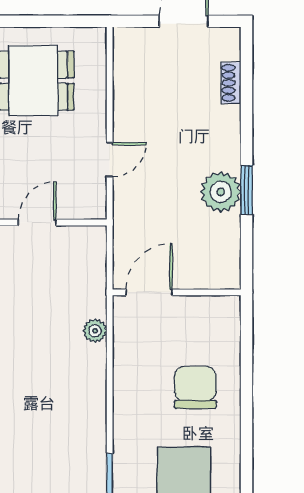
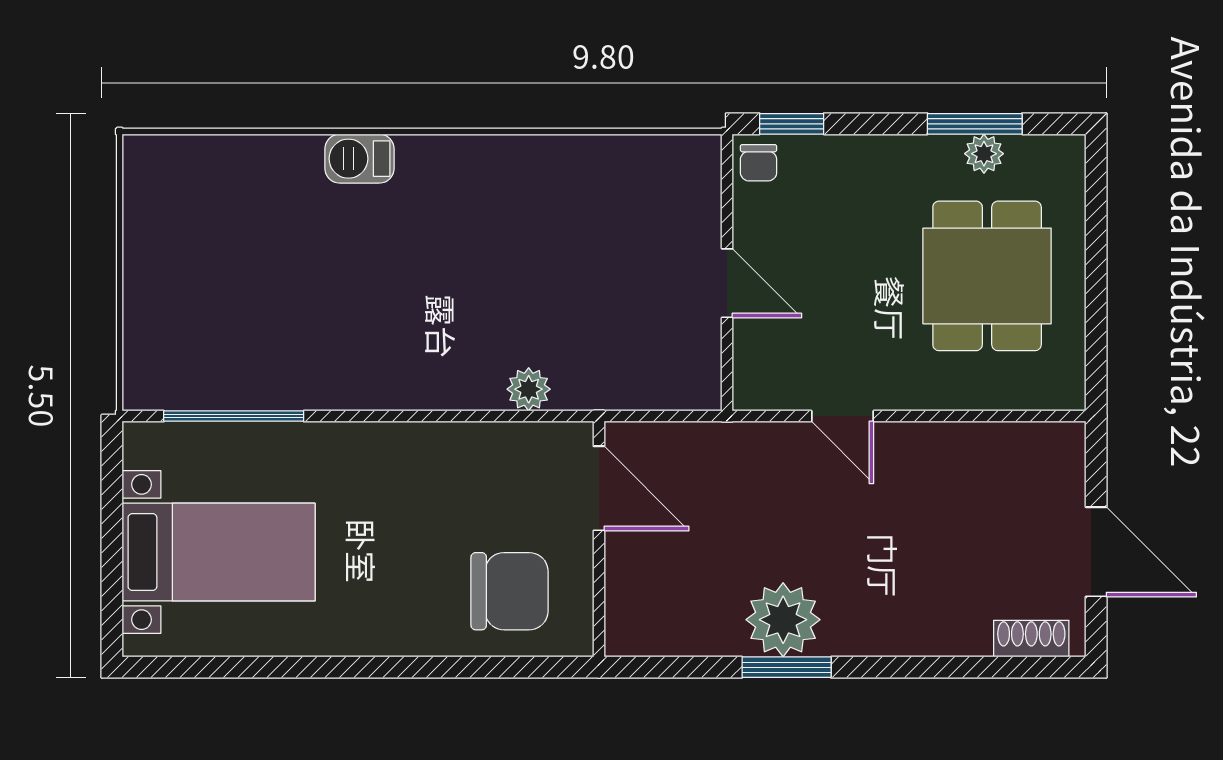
shoe rack: (231, 83) -> (1031, 639), moved
chair: (195, 388) -> (510, 591), moved

